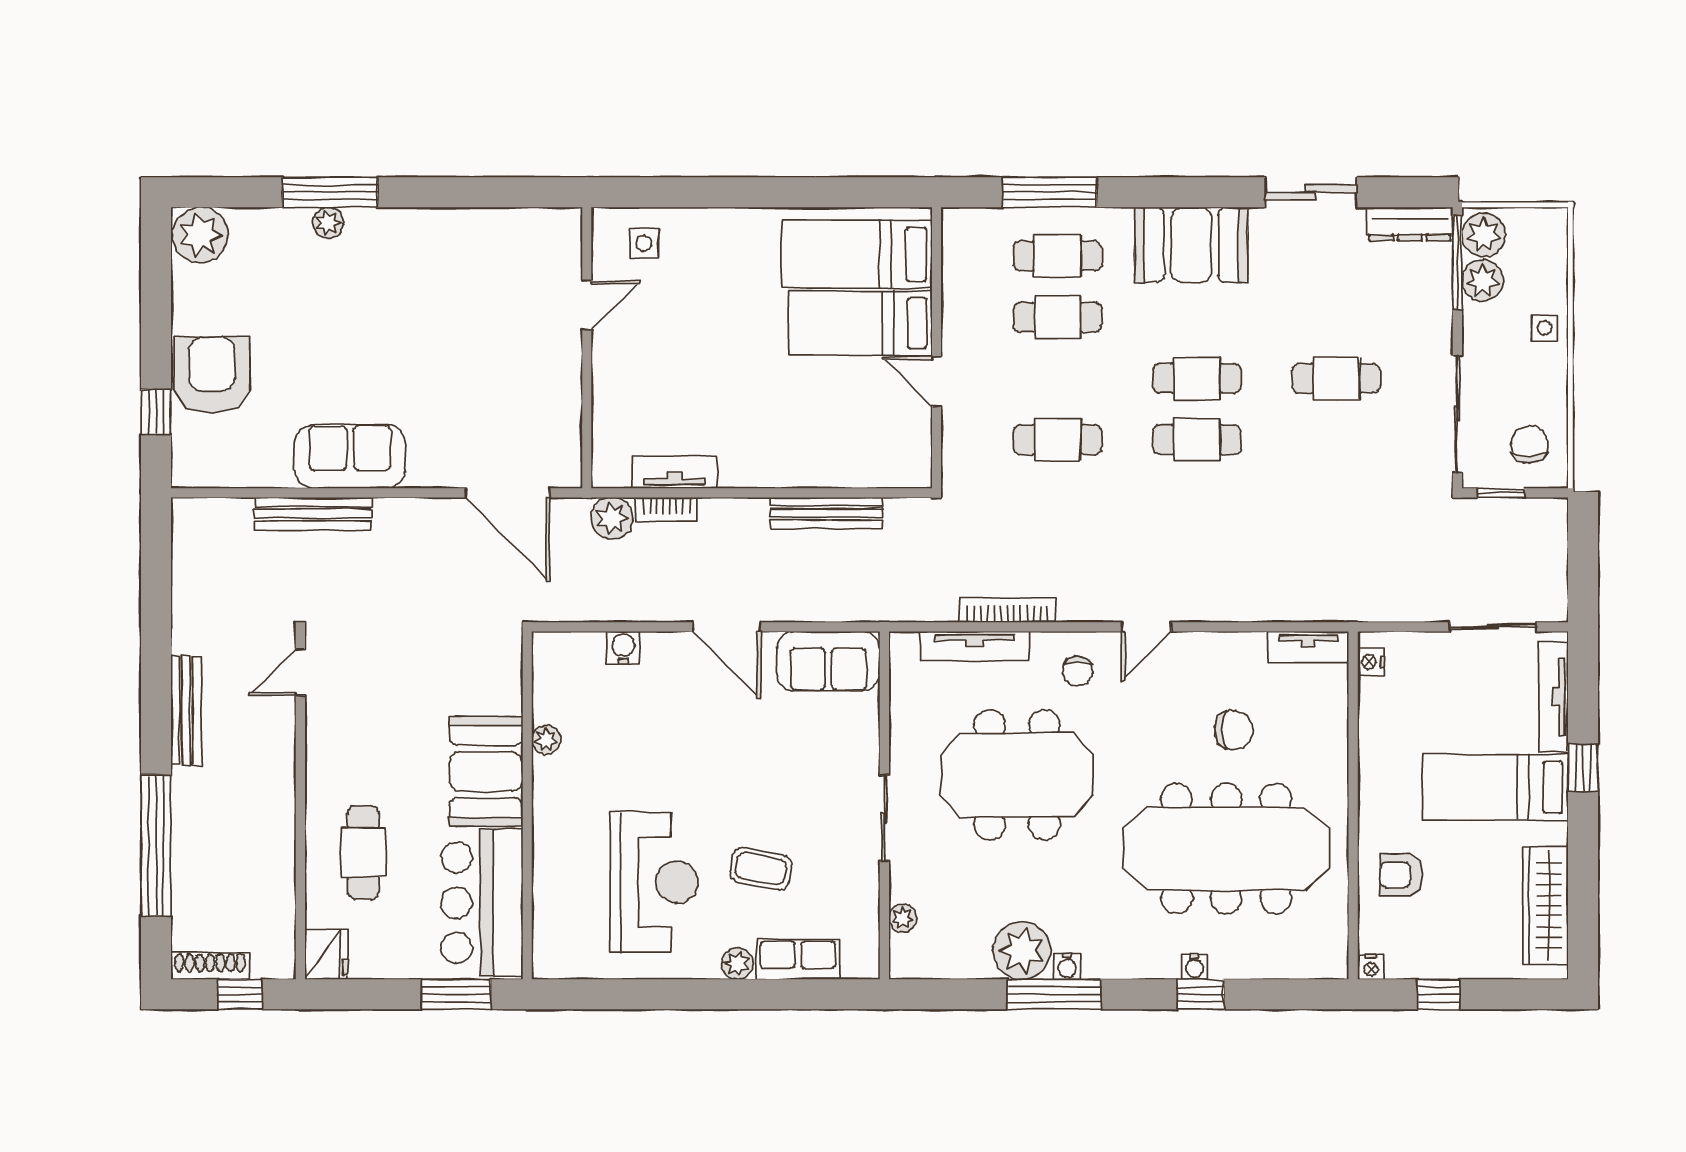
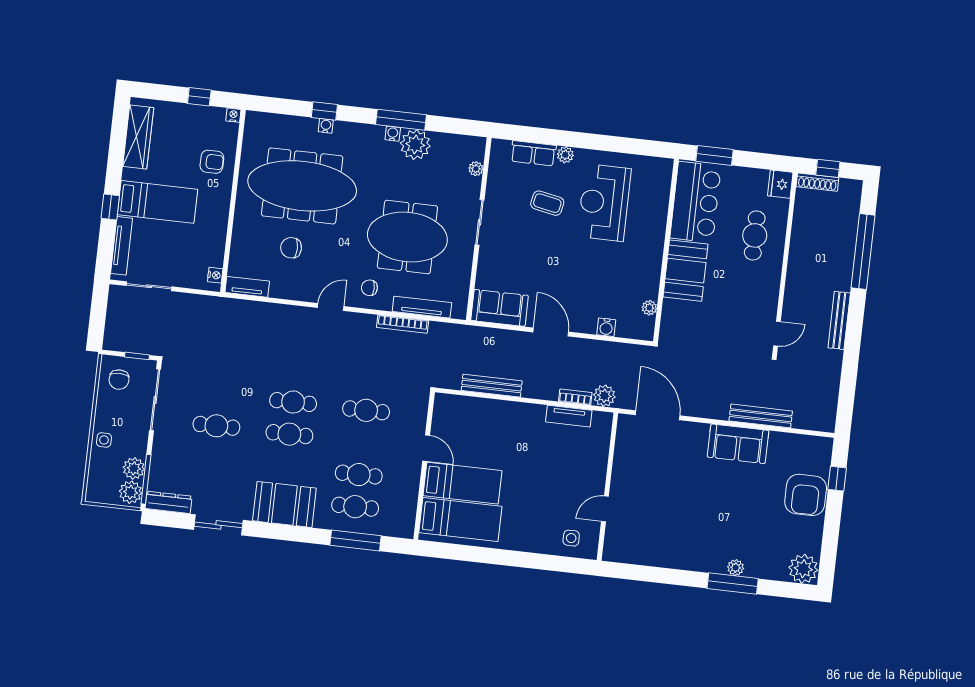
chair: (1078, 671) -> (369, 288), turned -90
plant: (546, 740) -> (649, 308), moved
shoe rack: (210, 966) -> (817, 182), moved

